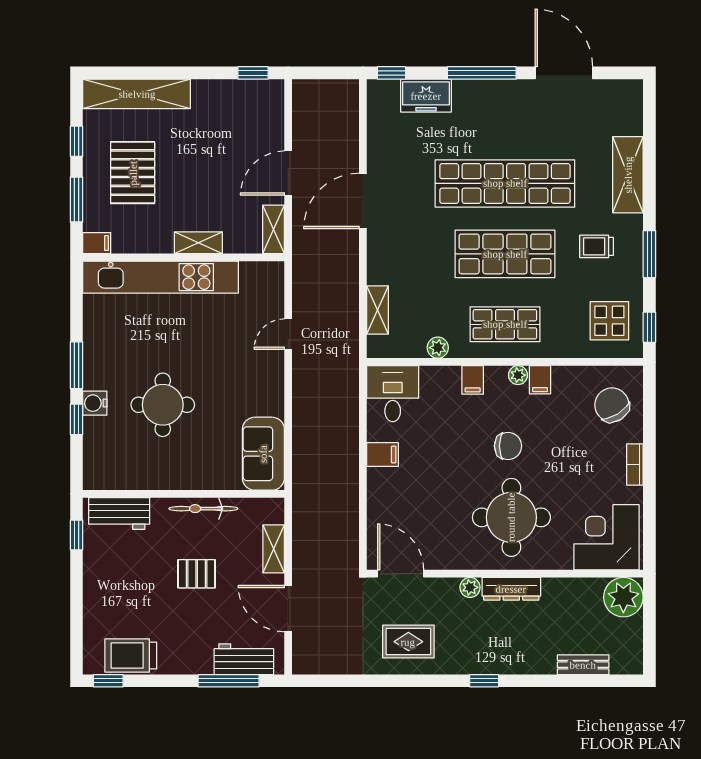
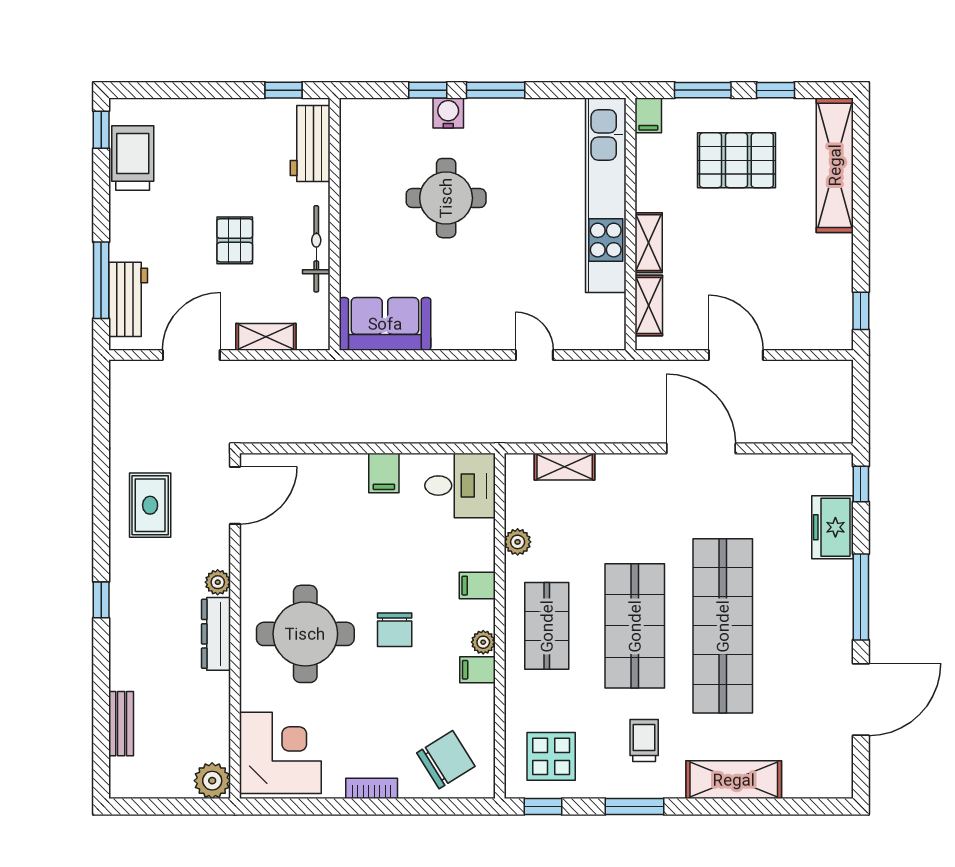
shelving: (274, 229) -> (649, 306), moved, turned 90
plant: (623, 597) -> (212, 781), width x0.73, depth x0.73

